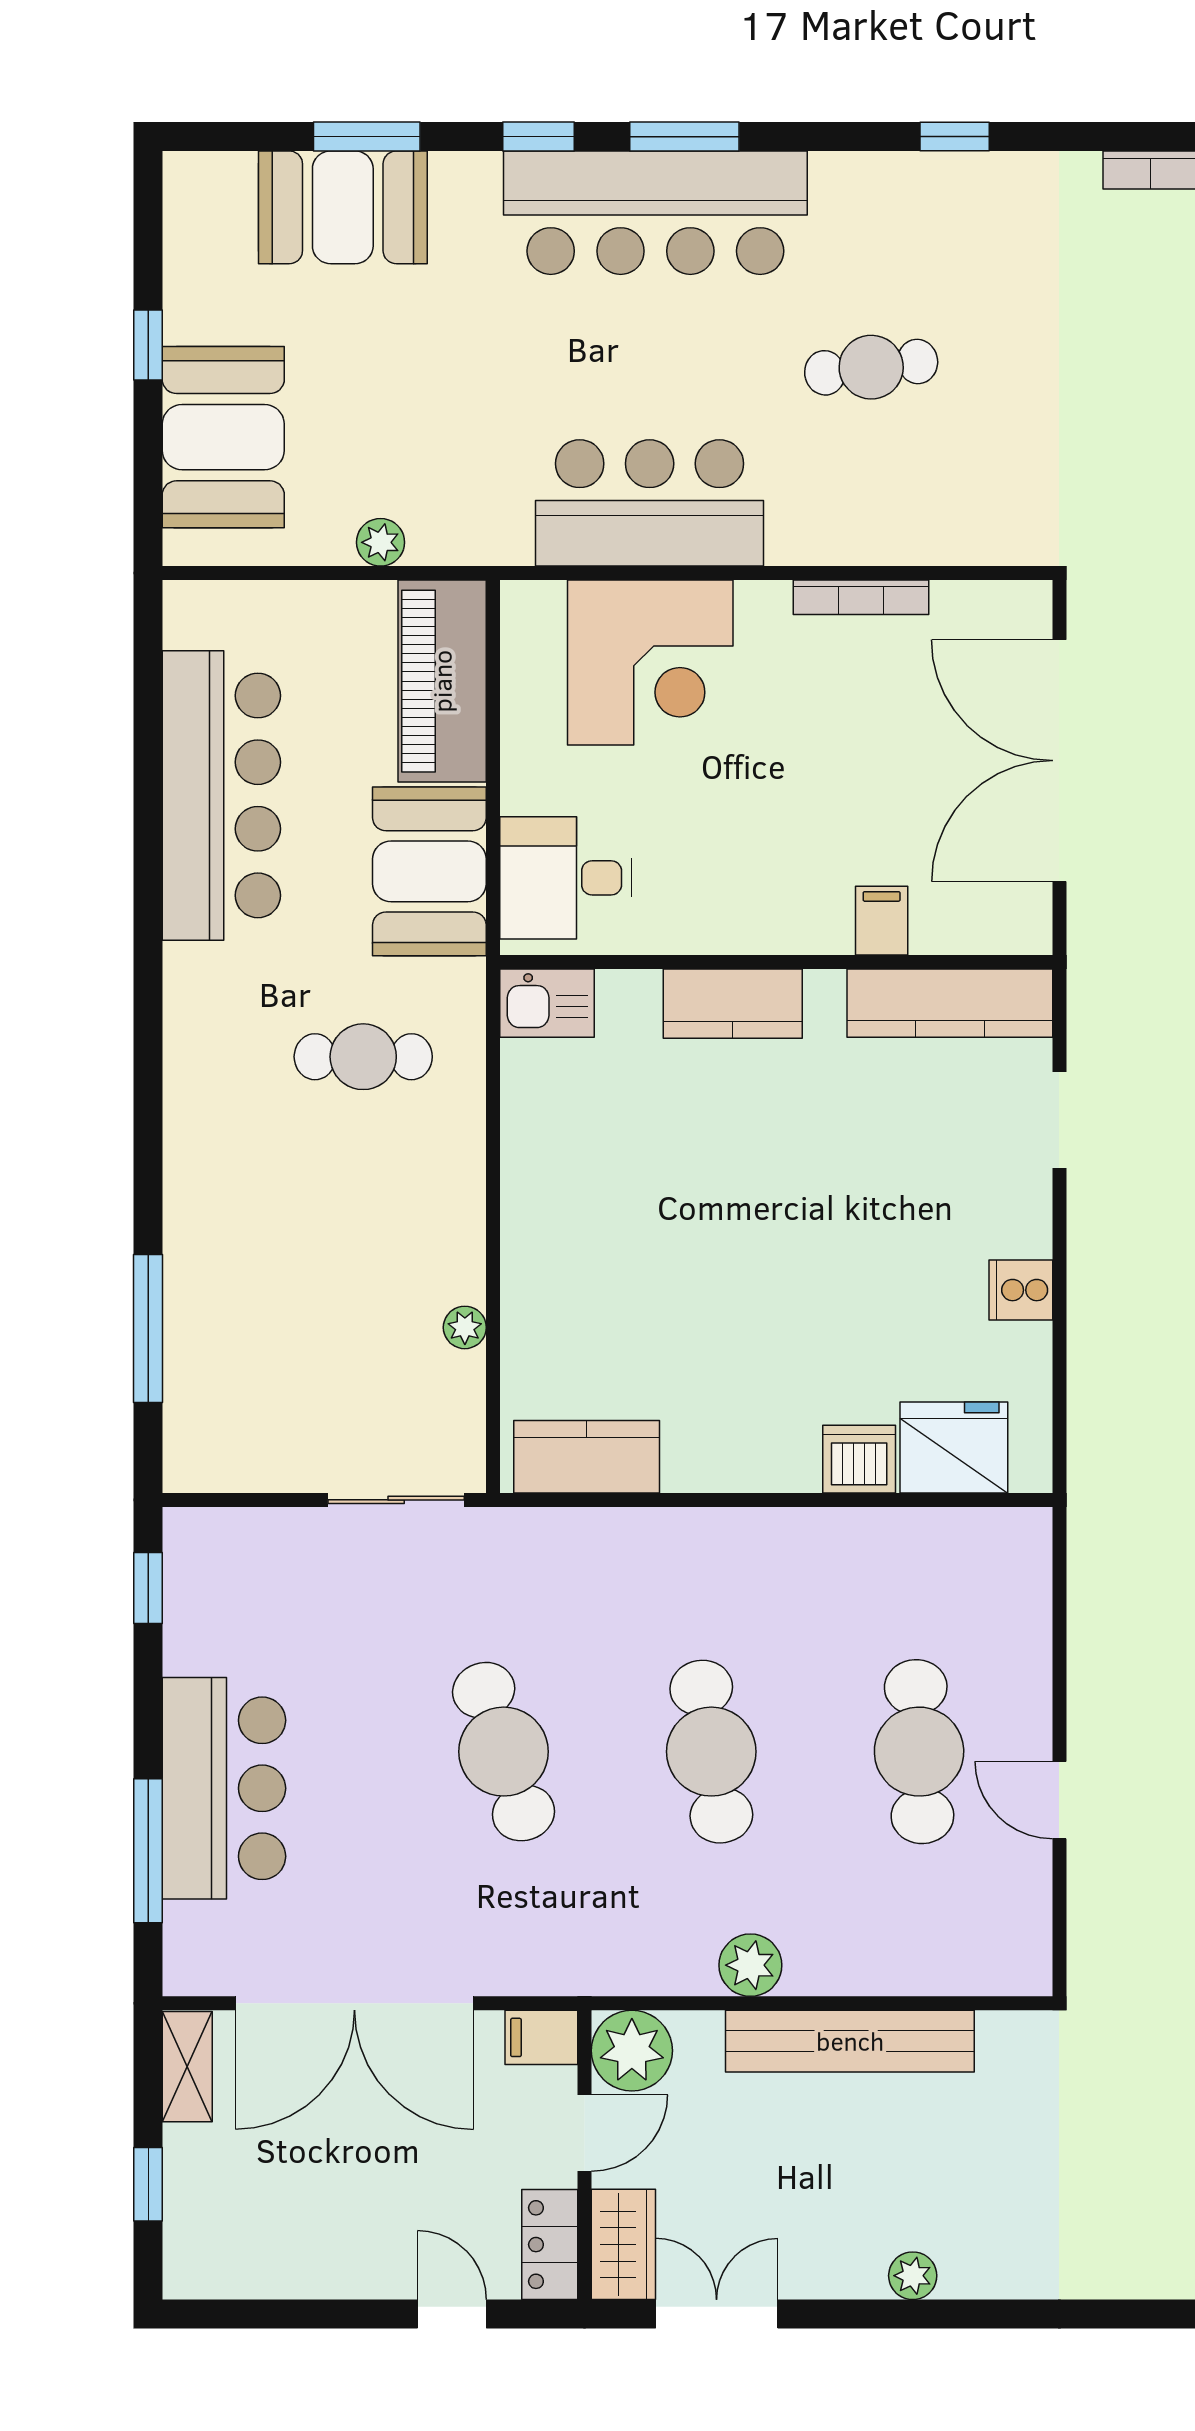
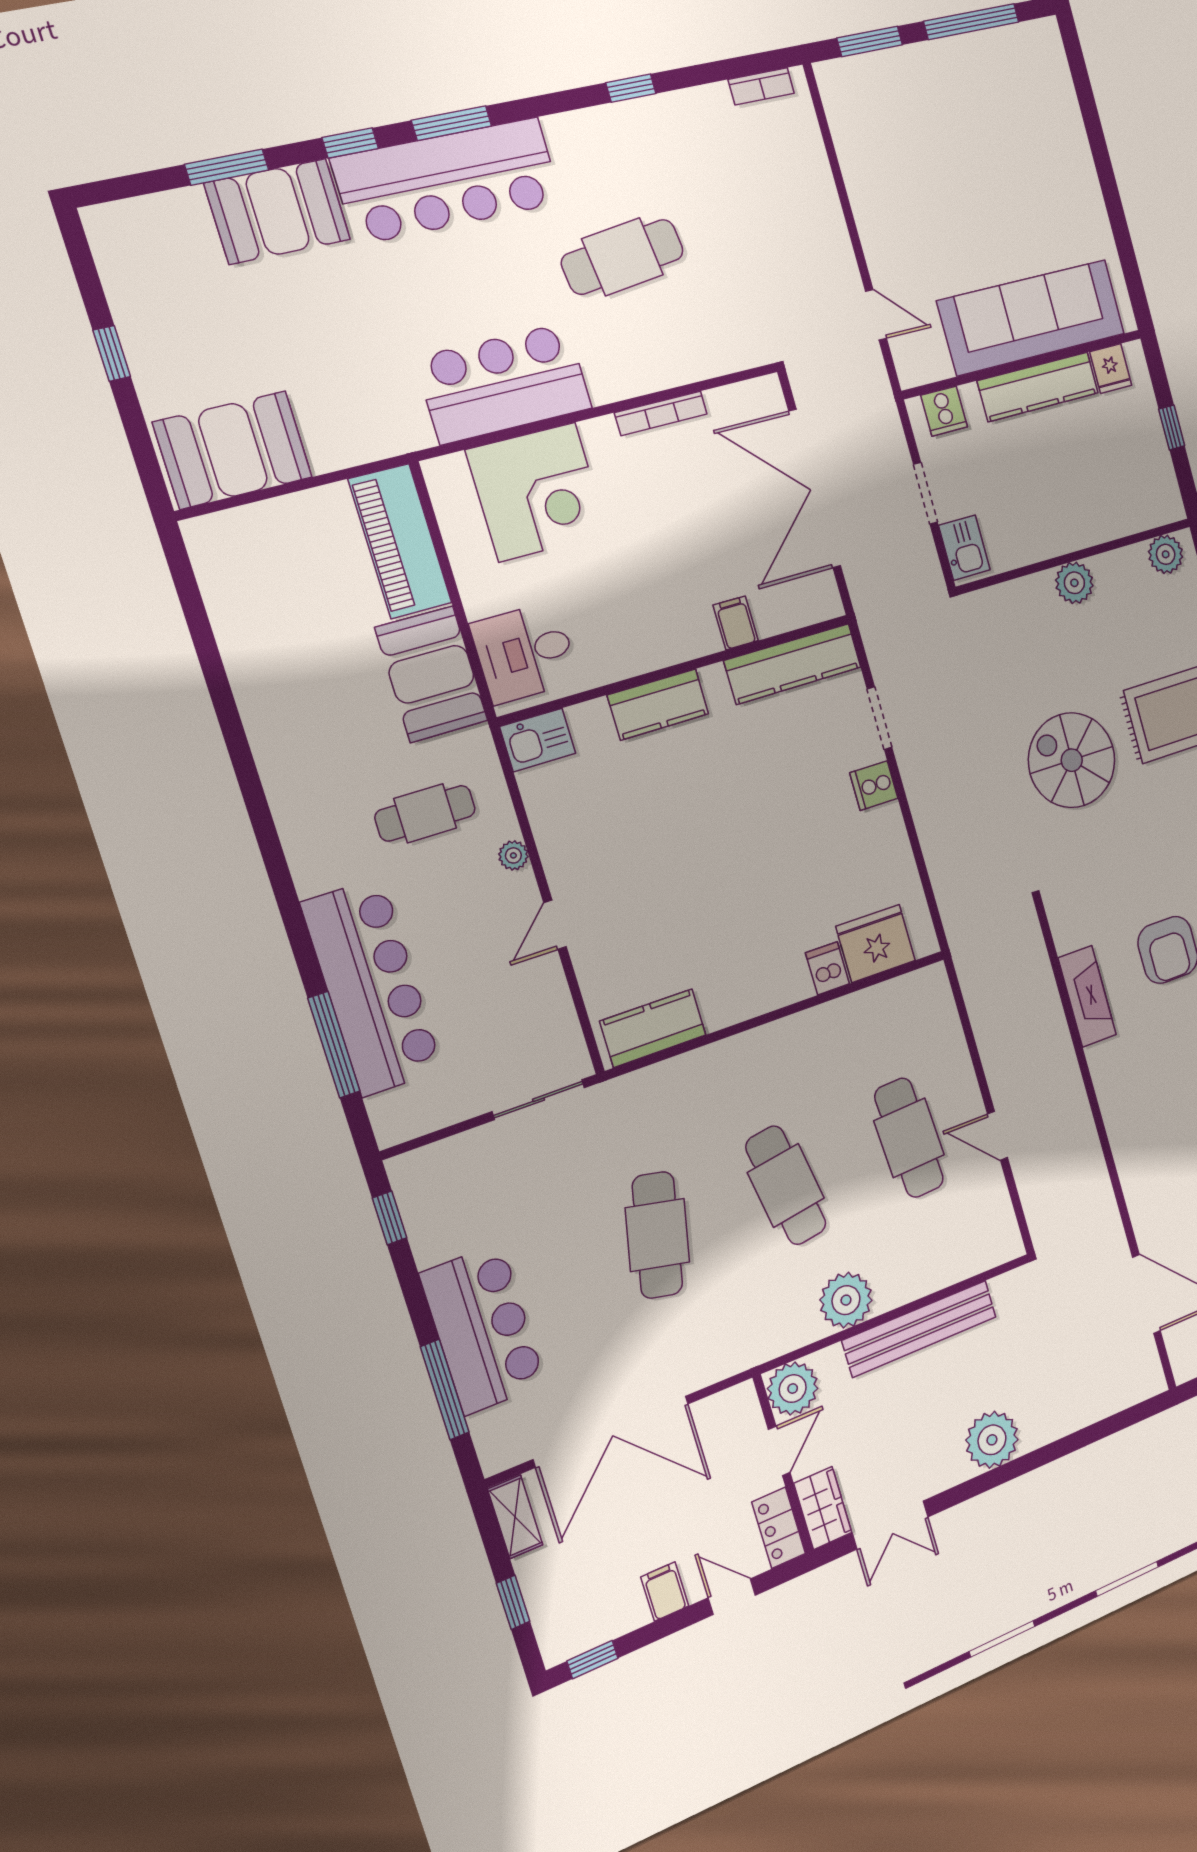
booth: (343, 207) -> (278, 211), moved
cafe table: (871, 367) -> (623, 257), width x1.37, depth x1.35
booth: (223, 437) -> (233, 450), moved, turned 90
plant: (381, 542) -> (327, 455), removed
bar counter: (221, 795) -> (372, 987), moved
door: (493, 1266) -> (555, 925), added
cooker: (1021, 1290) -> (874, 786), moved
plant: (465, 1327) -> (513, 855), moved
dishwasher: (859, 1459) -> (827, 968), width x0.73
cafe table: (504, 1752) -> (657, 1235), turned 30
plant: (750, 1965) -> (846, 1300), width x1.36, depth x1.36
filing cabinet: (541, 2037) -> (665, 1592), moved, turned 90
plant: (913, 2276) -> (992, 1440), width x1.88, depth x1.88
window: (230, 2314) -> (592, 1660), added
double door: (717, 2314) -> (890, 1525), swing flipped

